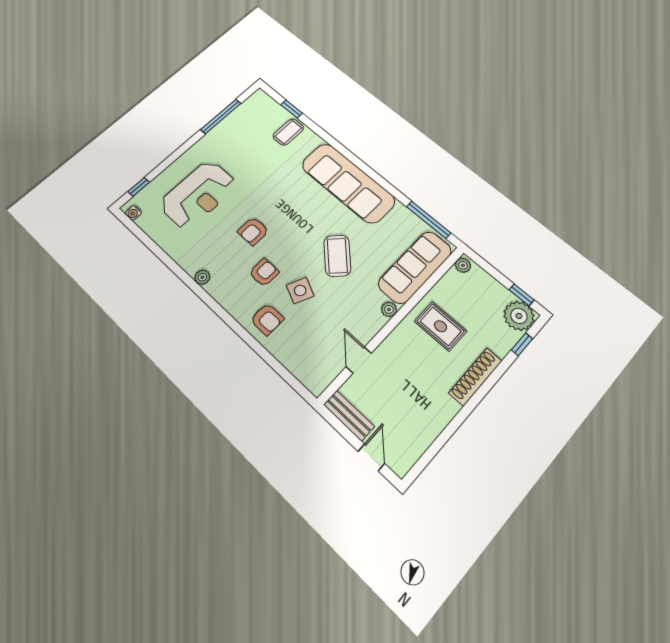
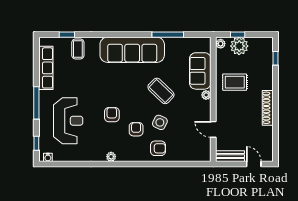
window: (221, 116) -> (36, 103), moved
row of seats: (234, 122) -> (46, 68), added
window: (429, 220) -> (168, 35), moved
armchair: (253, 231) -> (112, 115), turned 180
sofa: (415, 267) -> (200, 71), width x0.73
window: (522, 295) -> (238, 35), moved
plant: (519, 316) -> (239, 46), moved
shoe rack: (476, 377) -> (268, 108), moved

